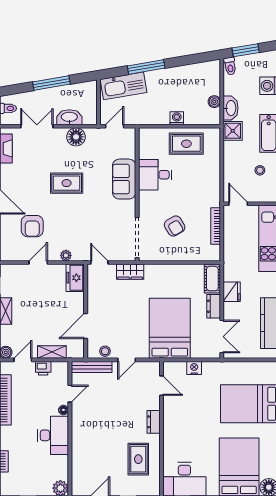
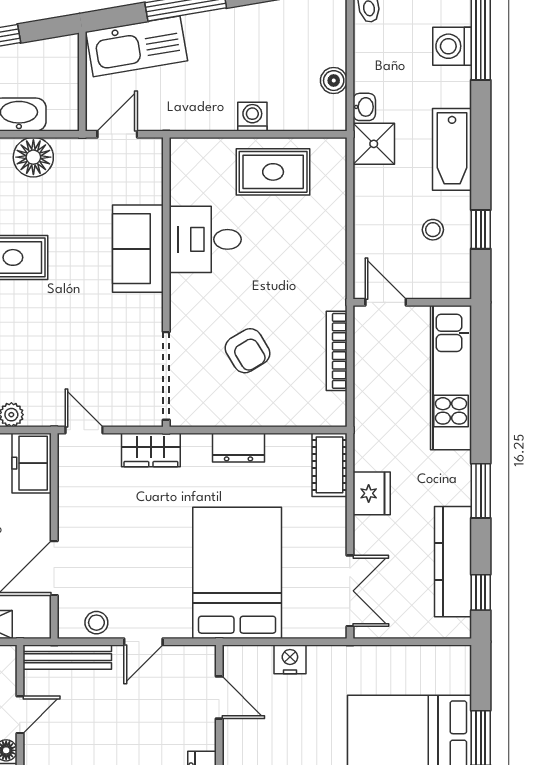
washbasin: (231, 108) -> (364, 107), width x0.52, depth x0.69
dresser: (214, 306) -> (238, 448), moved, turned -90

